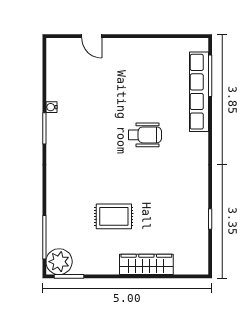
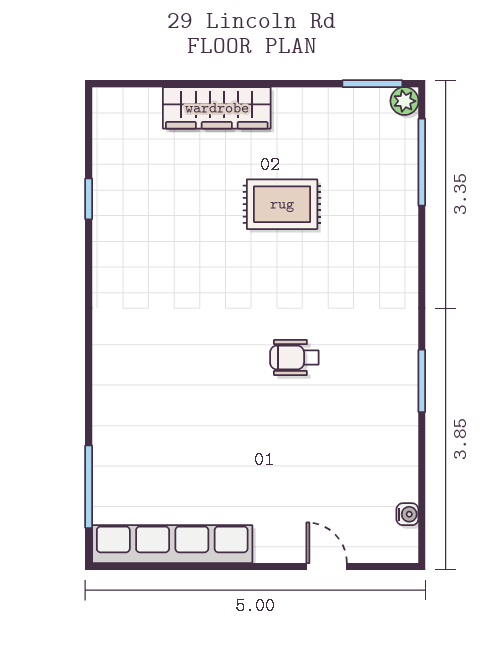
row of seats: (199, 92) -> (172, 544), moved, turned -90
water cooler: (52, 107) -> (407, 514), moved
wheelchair: (145, 135) -> (294, 358), moved, width x0.73, depth x0.73
plant: (59, 262) -> (404, 101), width x0.53, depth x0.53

